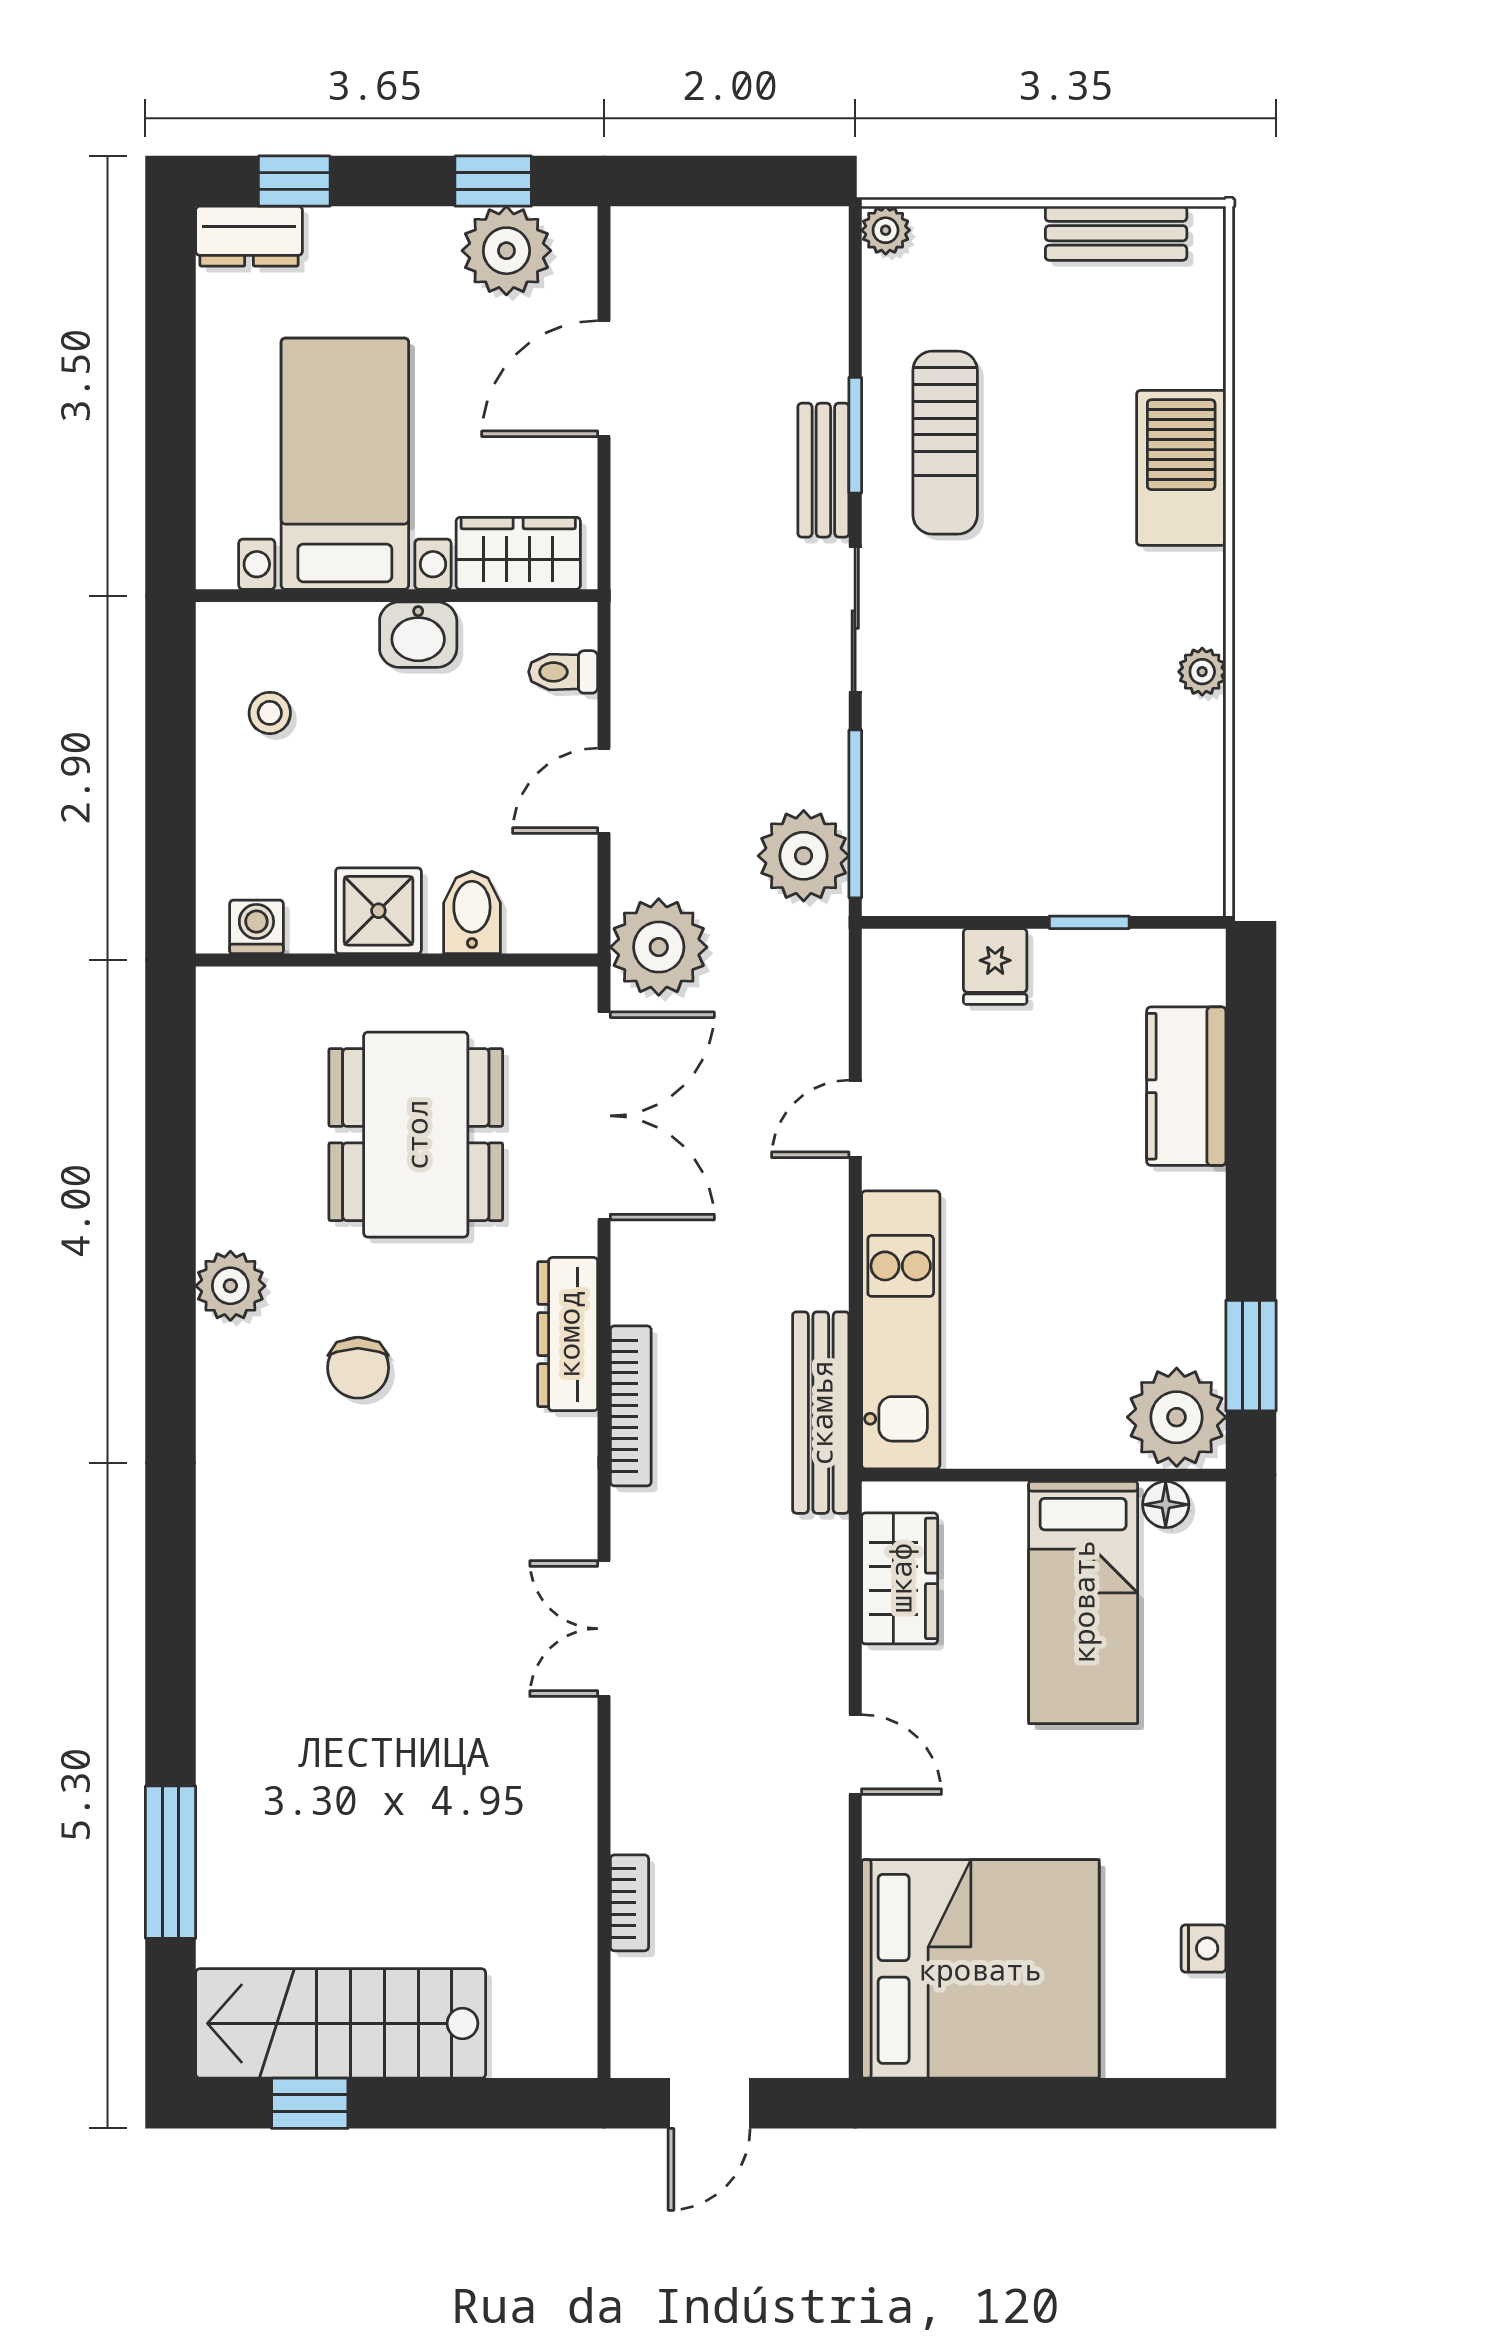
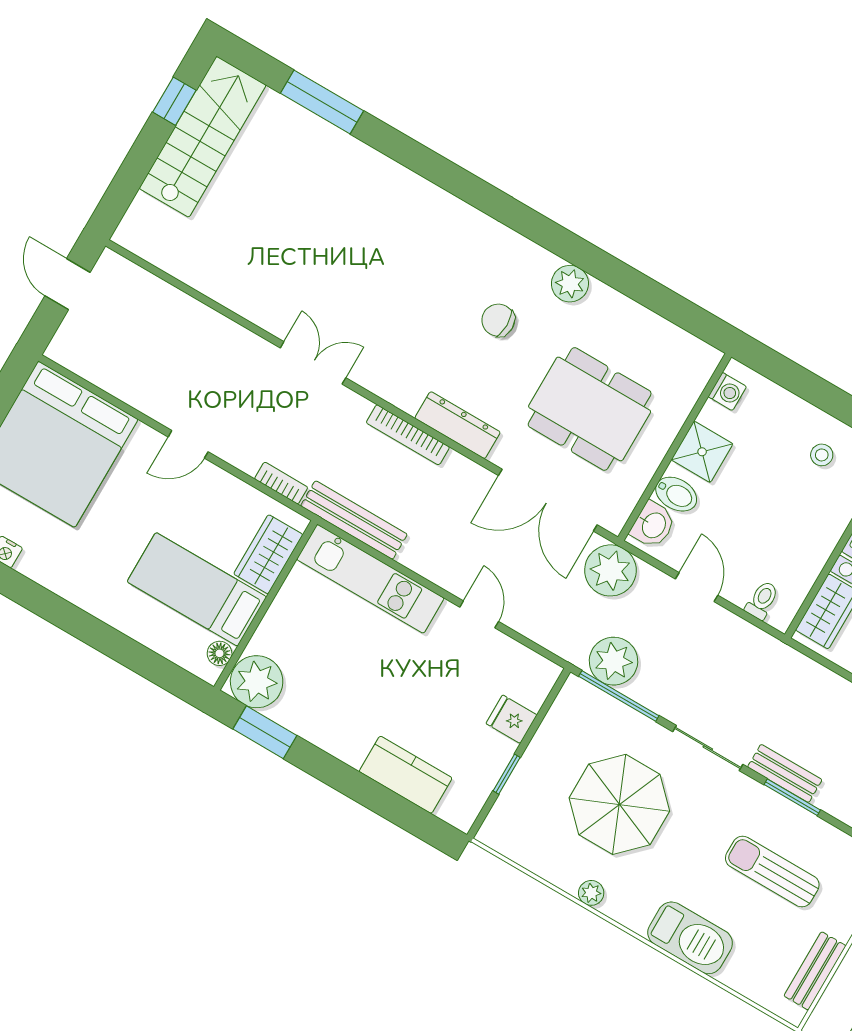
sun lounger: (945, 443) -> (772, 872), moved
washbasin: (418, 635) -> (653, 525), moved, turned 180
parasol: (1031, 710) -> (619, 804), added
wardrobe: (900, 1578) -> (268, 554), moved, turned 90
bookcase: (629, 1903) -> (281, 483), moved, turned 180

